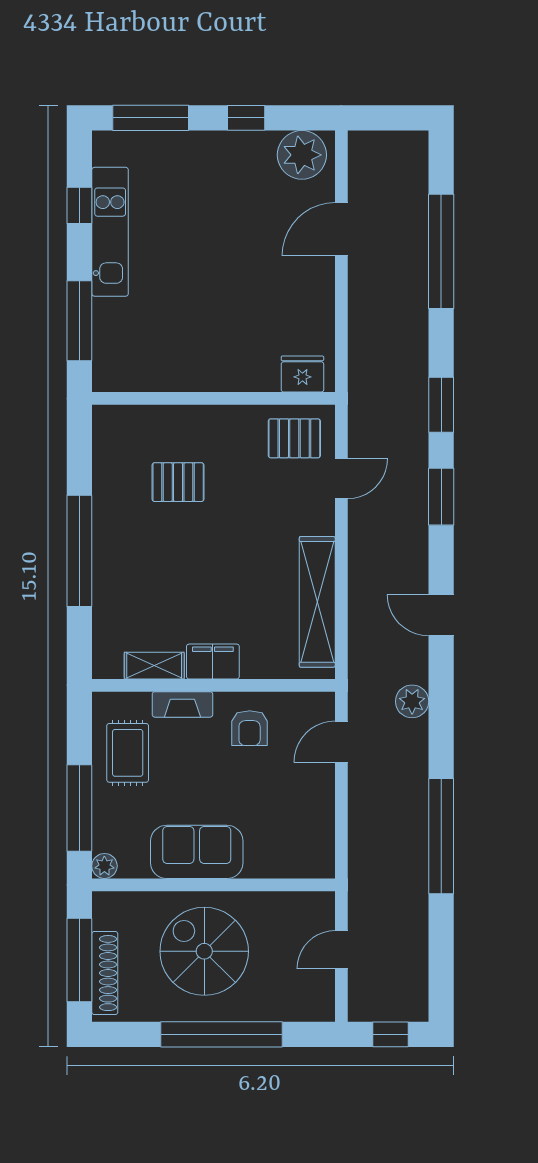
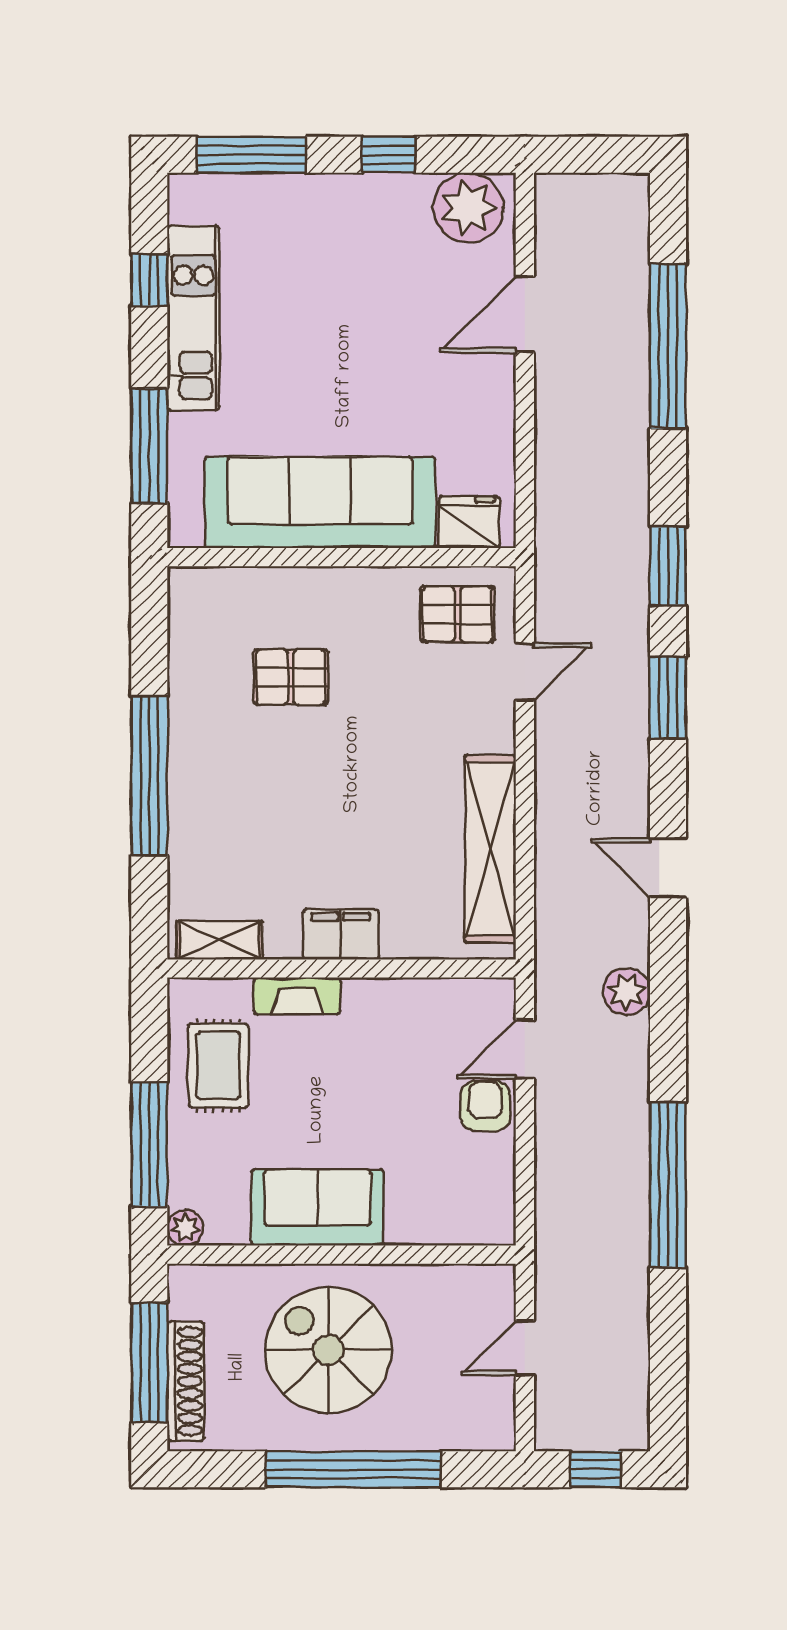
sofa: (198, 360) -> (320, 502), added
shelving: (154, 666) -> (219, 940), moved
armchair: (250, 728) -> (485, 1106), moved, turned 180

